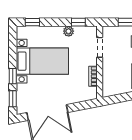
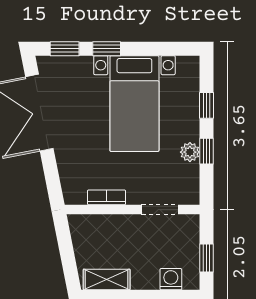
window: (32, 22) -> (206, 105), moved
window: (78, 22) -> (206, 151), moved

